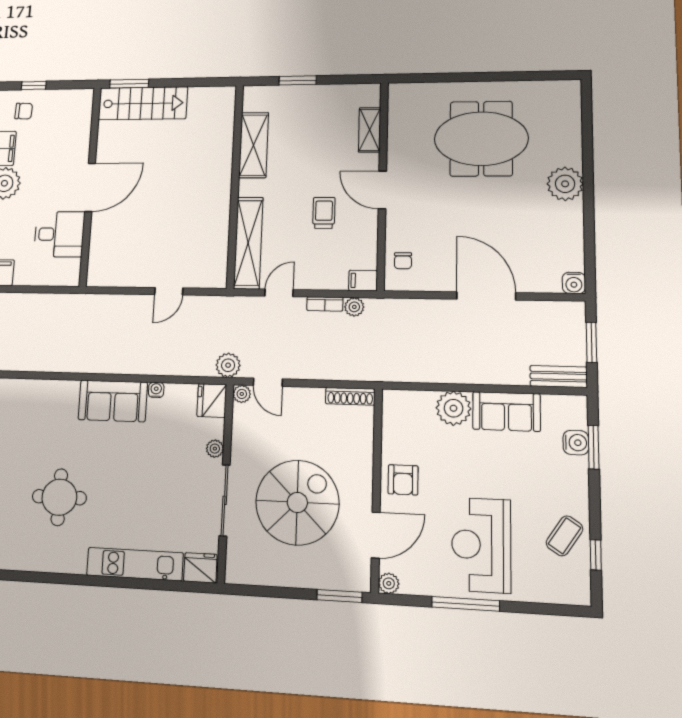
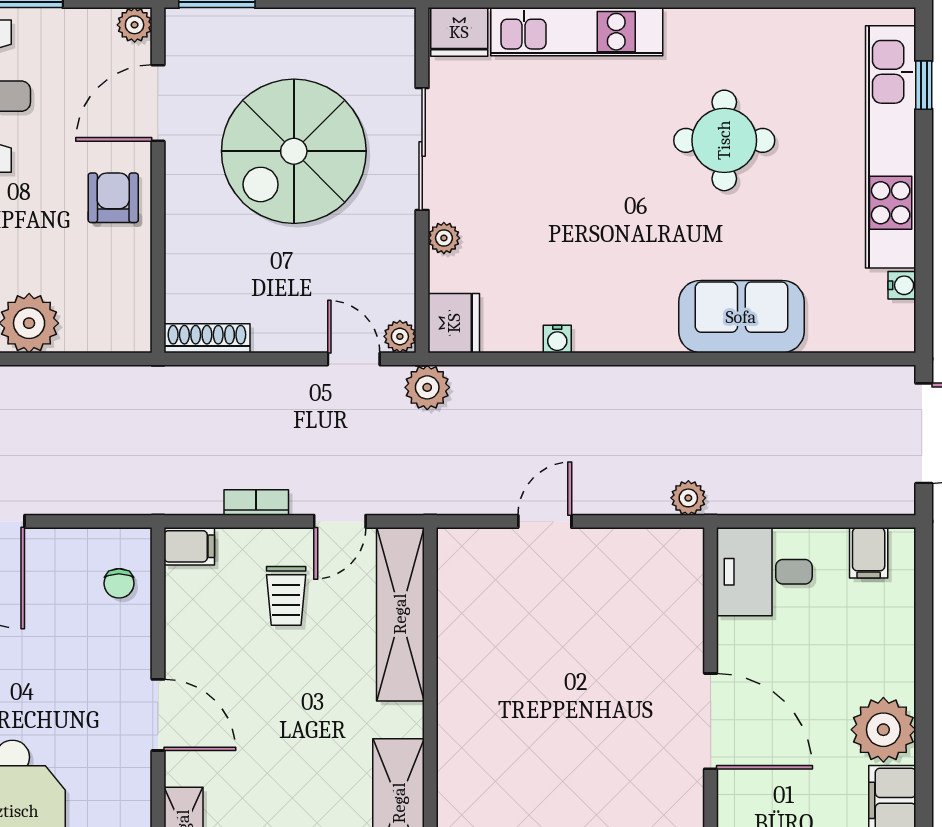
door: (90, 187) -> (711, 721), swing flipped
trolley: (324, 213) -> (286, 596), moved
desk: (59, 234) -> (764, 572), moved
chair: (403, 261) -> (119, 583), turned 180
plant: (354, 307) -> (688, 498), moved
sofa: (113, 401) -> (741, 317), moved

